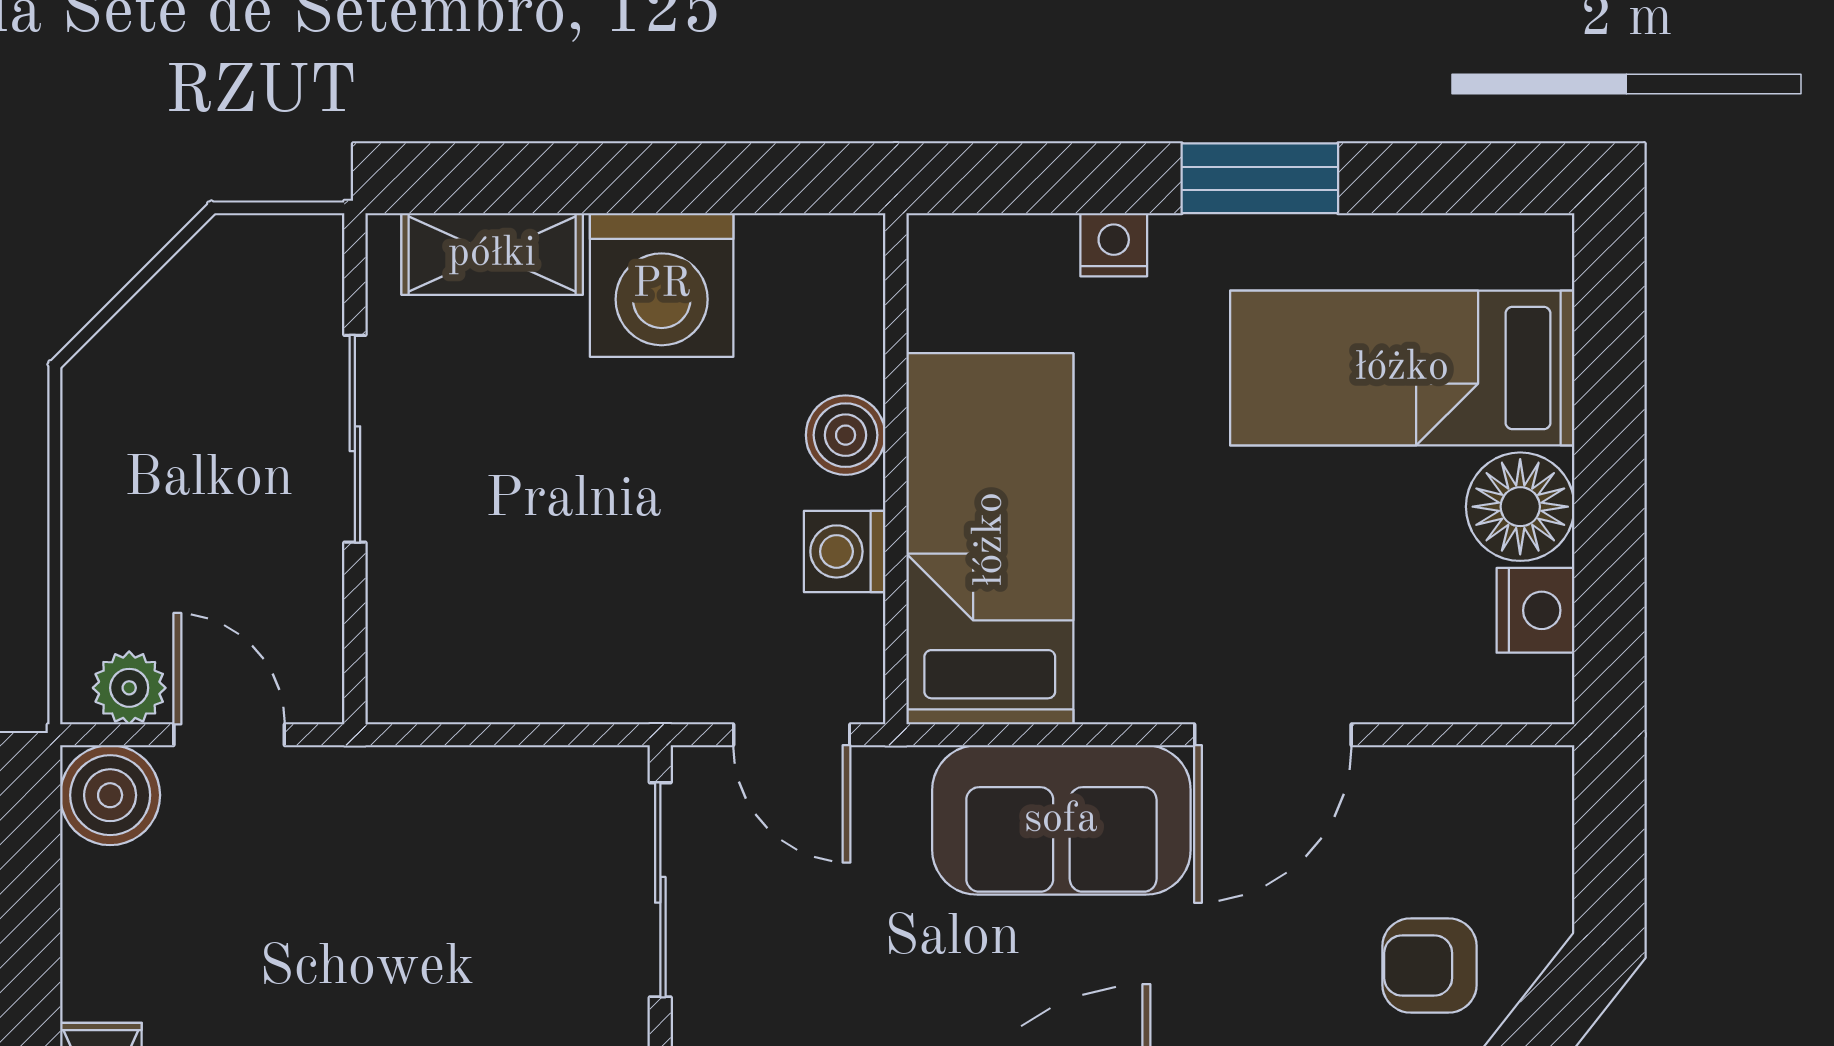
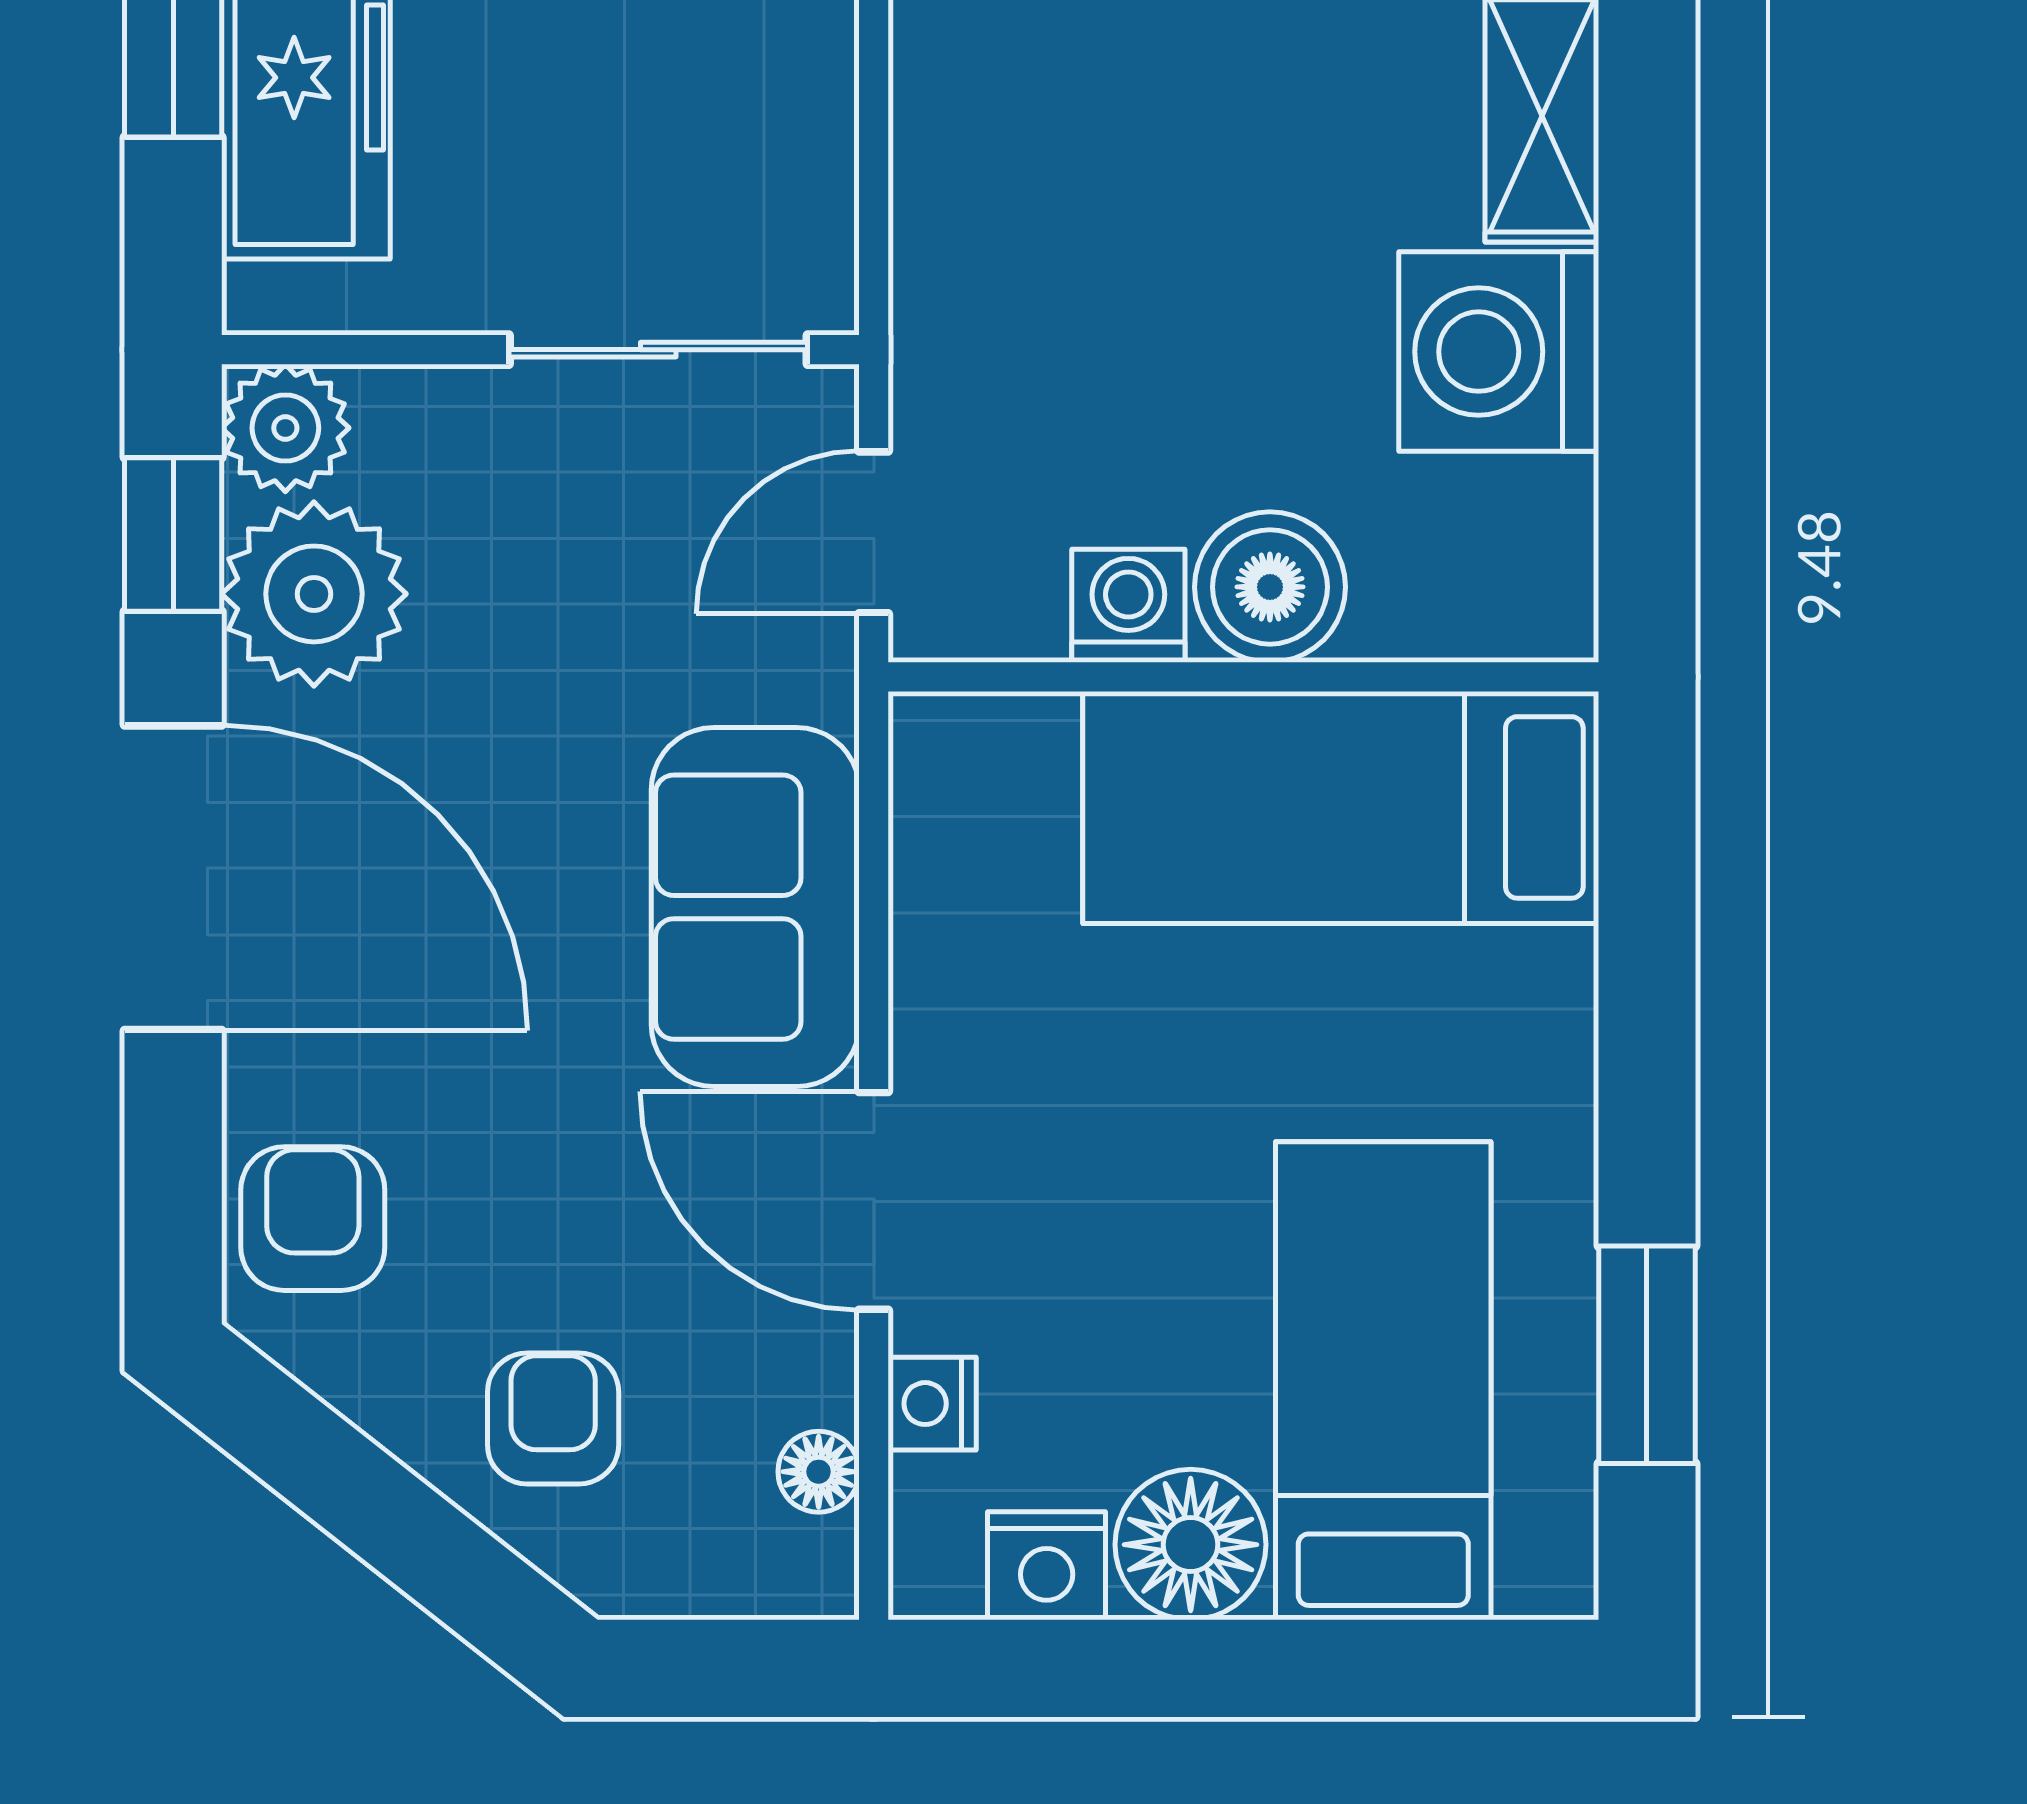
window: (1260, 178) -> (1647, 1355), moved
nightstand: (1114, 245) -> (932, 1404), moved, turned 180
boiler: (846, 435) -> (1270, 587), width x1.36, depth x1.36
bed: (990, 539) -> (1341, 807), moved, turned 180
floor lamp: (1468, 774) -> (819, 1472), added

